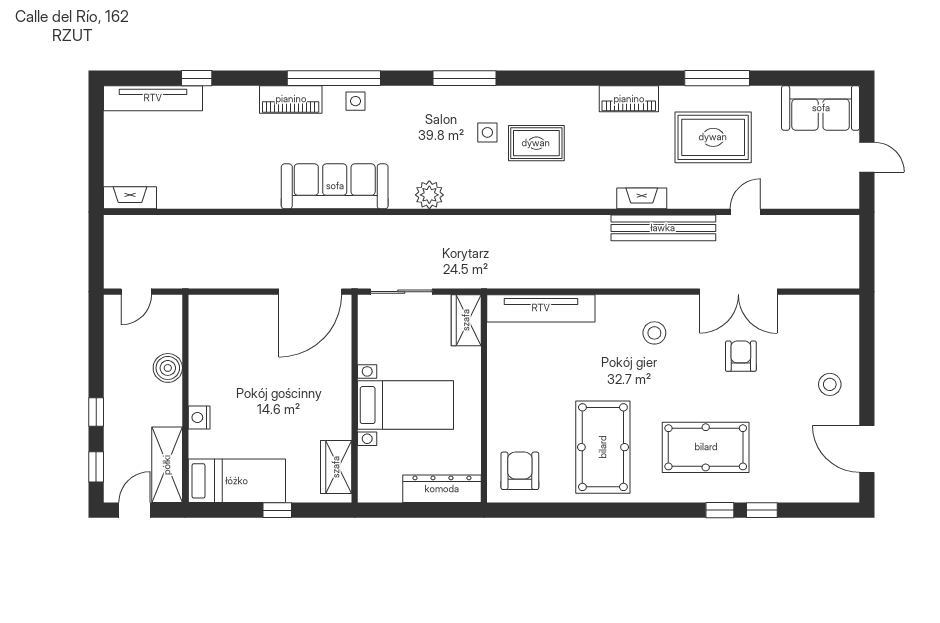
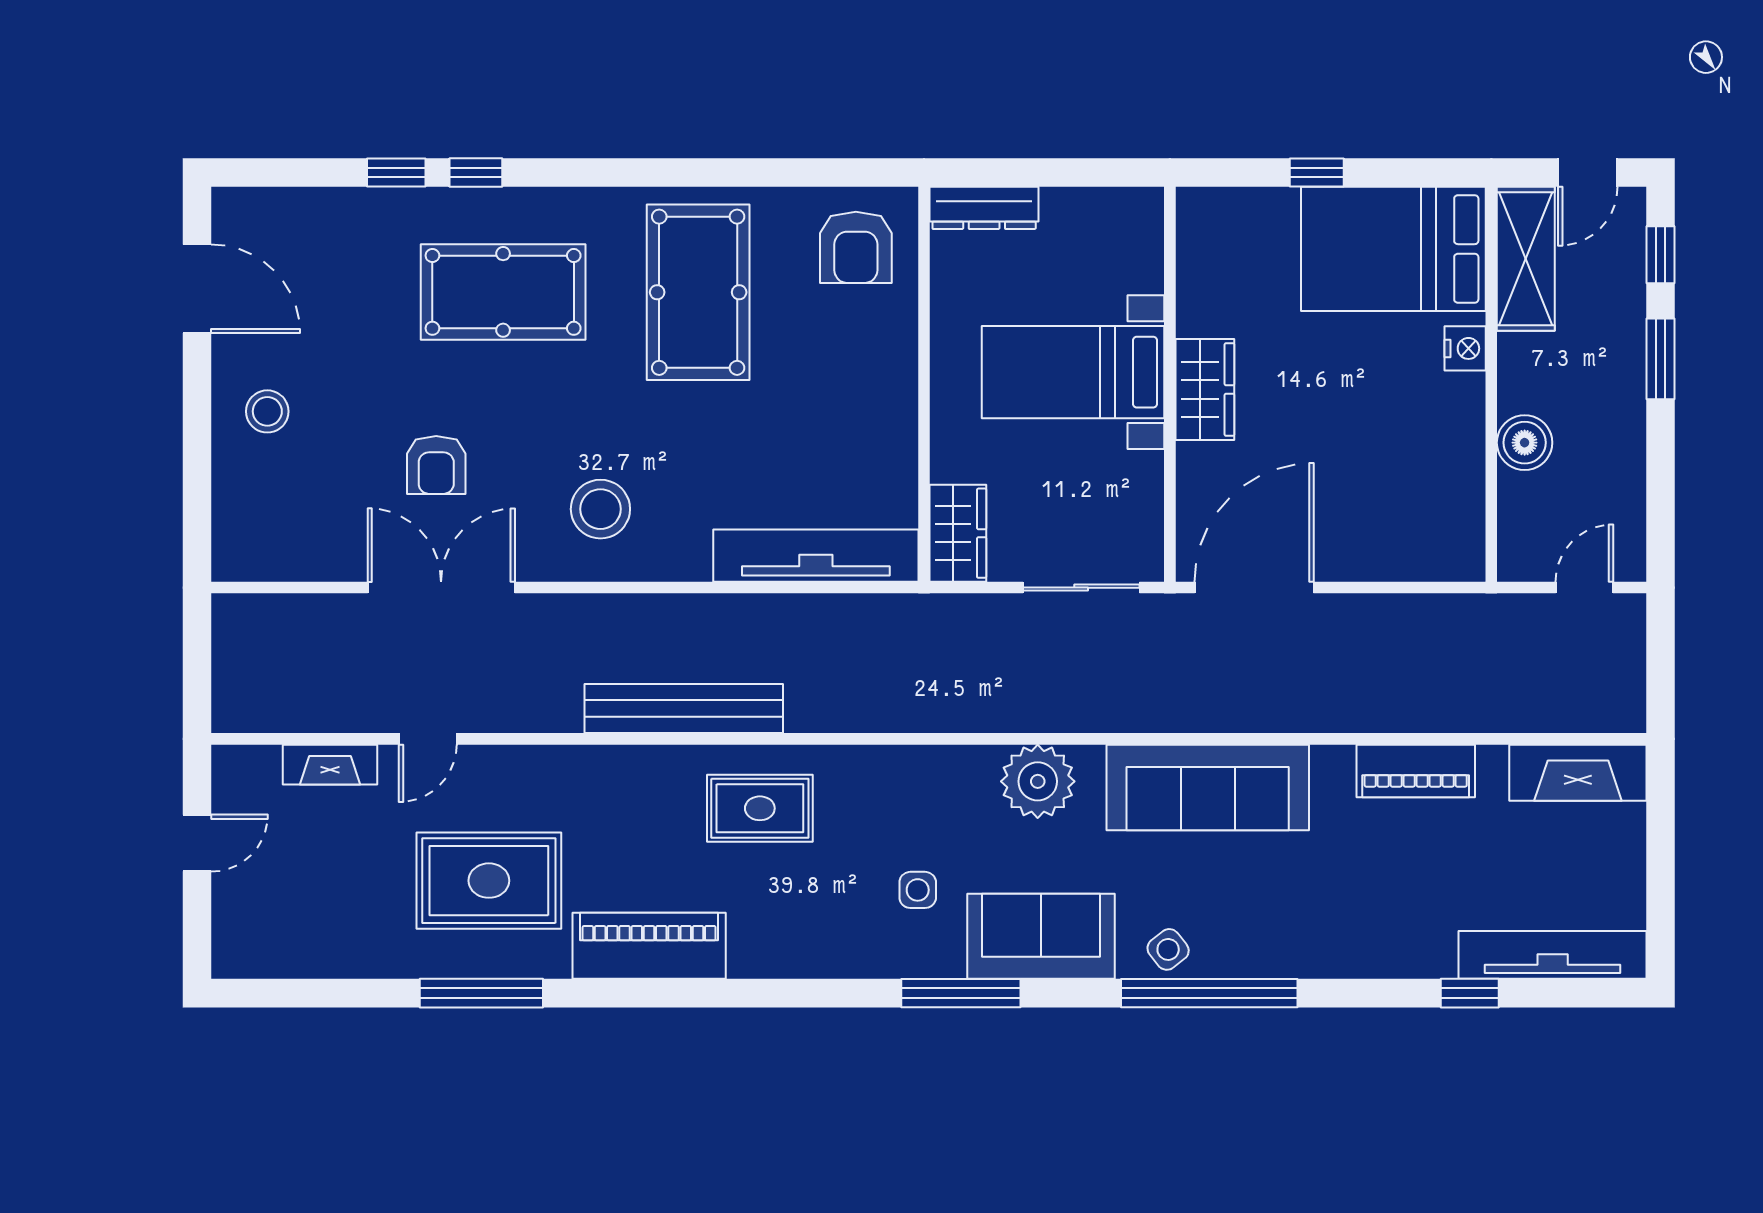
piano: (291, 99) -> (1416, 771), moved, turned 180
piano: (629, 99) -> (649, 946), width x1.37, depth x1.33
side table: (356, 101) -> (1168, 949), turned -38
sofa: (821, 108) -> (1041, 936), moved
rug: (536, 143) -> (760, 808), moved
door: (867, 157) -> (197, 843), swing flipped
plant: (429, 195) -> (1038, 781), width x1.36, depth x1.36
fireplace: (130, 198) -> (1578, 773), width x1.37, depth x1.32
fireplace: (642, 198) -> (330, 765), moved
bench: (663, 228) -> (684, 709), moved
stool: (654, 333) -> (600, 509), width x1.38, depth x1.38
window: (96, 412) -> (1661, 359), width x1.50
wardrobe: (336, 467) -> (1205, 389), moved
bed: (237, 481) -> (1393, 249), width x1.50
dresser: (442, 489) -> (984, 208), width x0.73, depth x0.80

